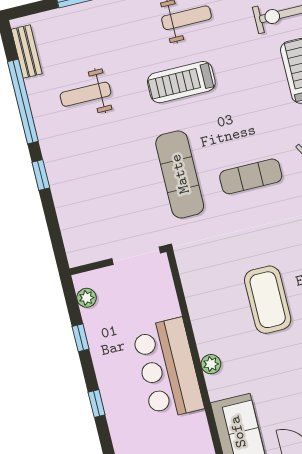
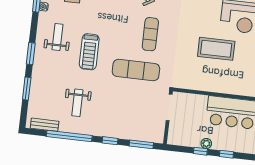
window: (55, 231) -> (141, 144), added
plant: (87, 298) -> (206, 143), moved
plant: (211, 364) -> (238, 90), removed
window: (97, 403) -> (226, 154), moved

